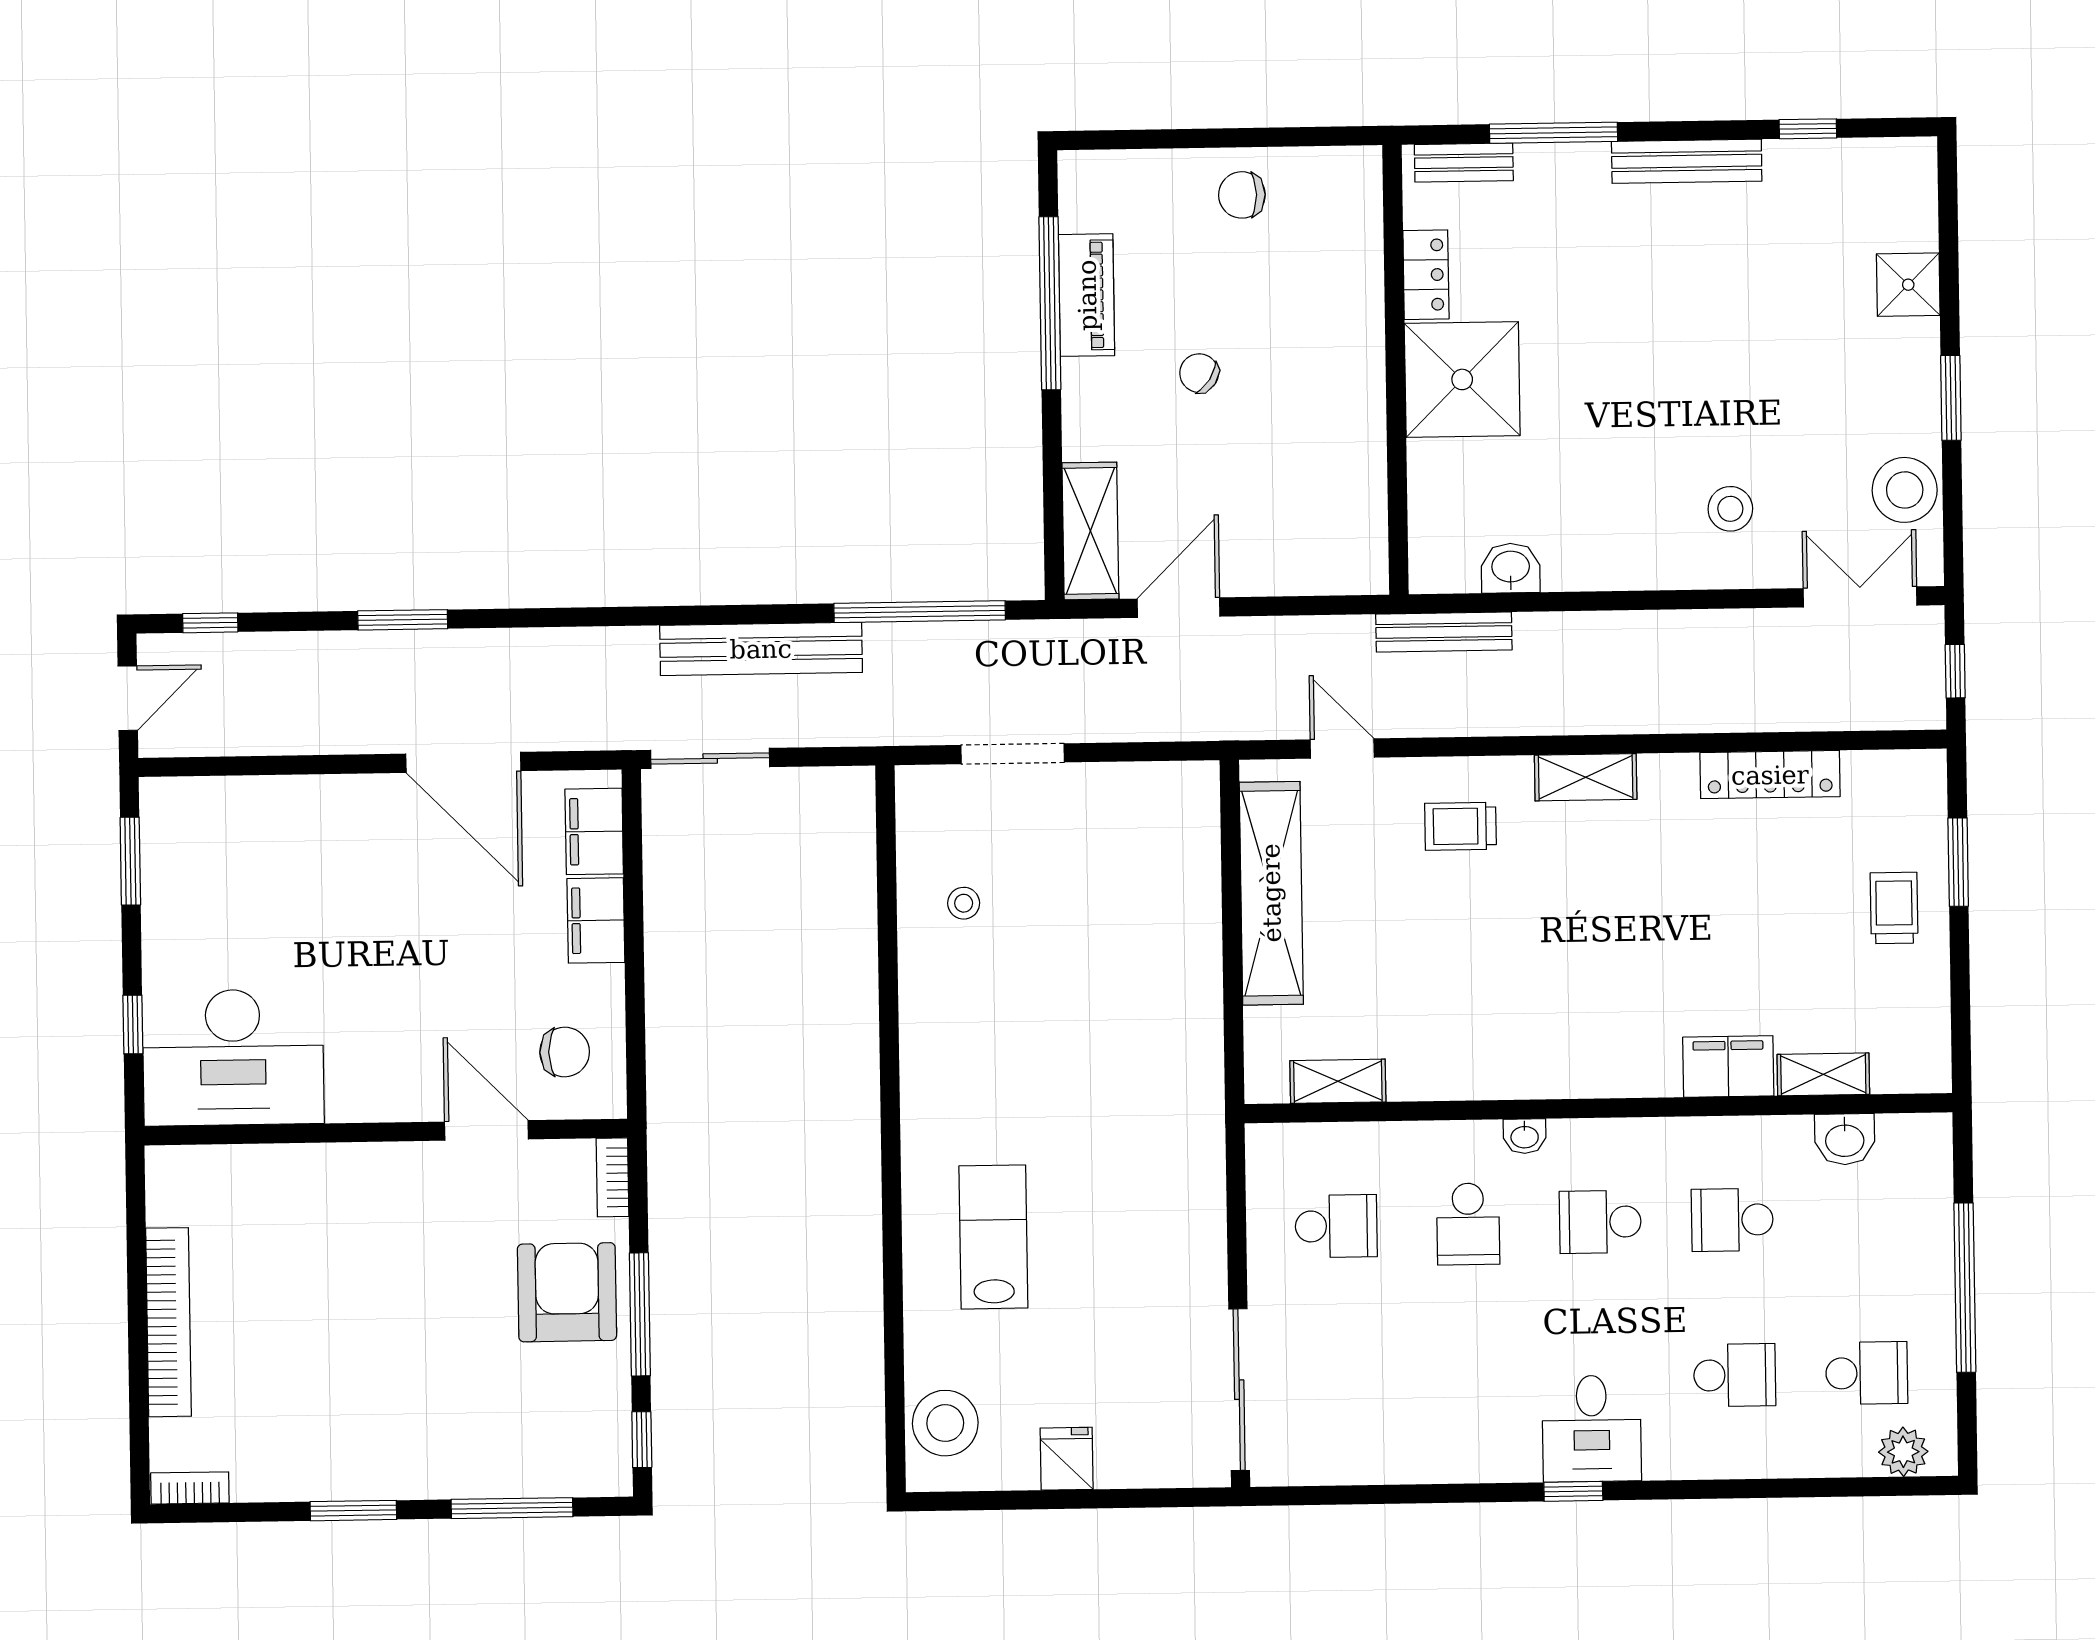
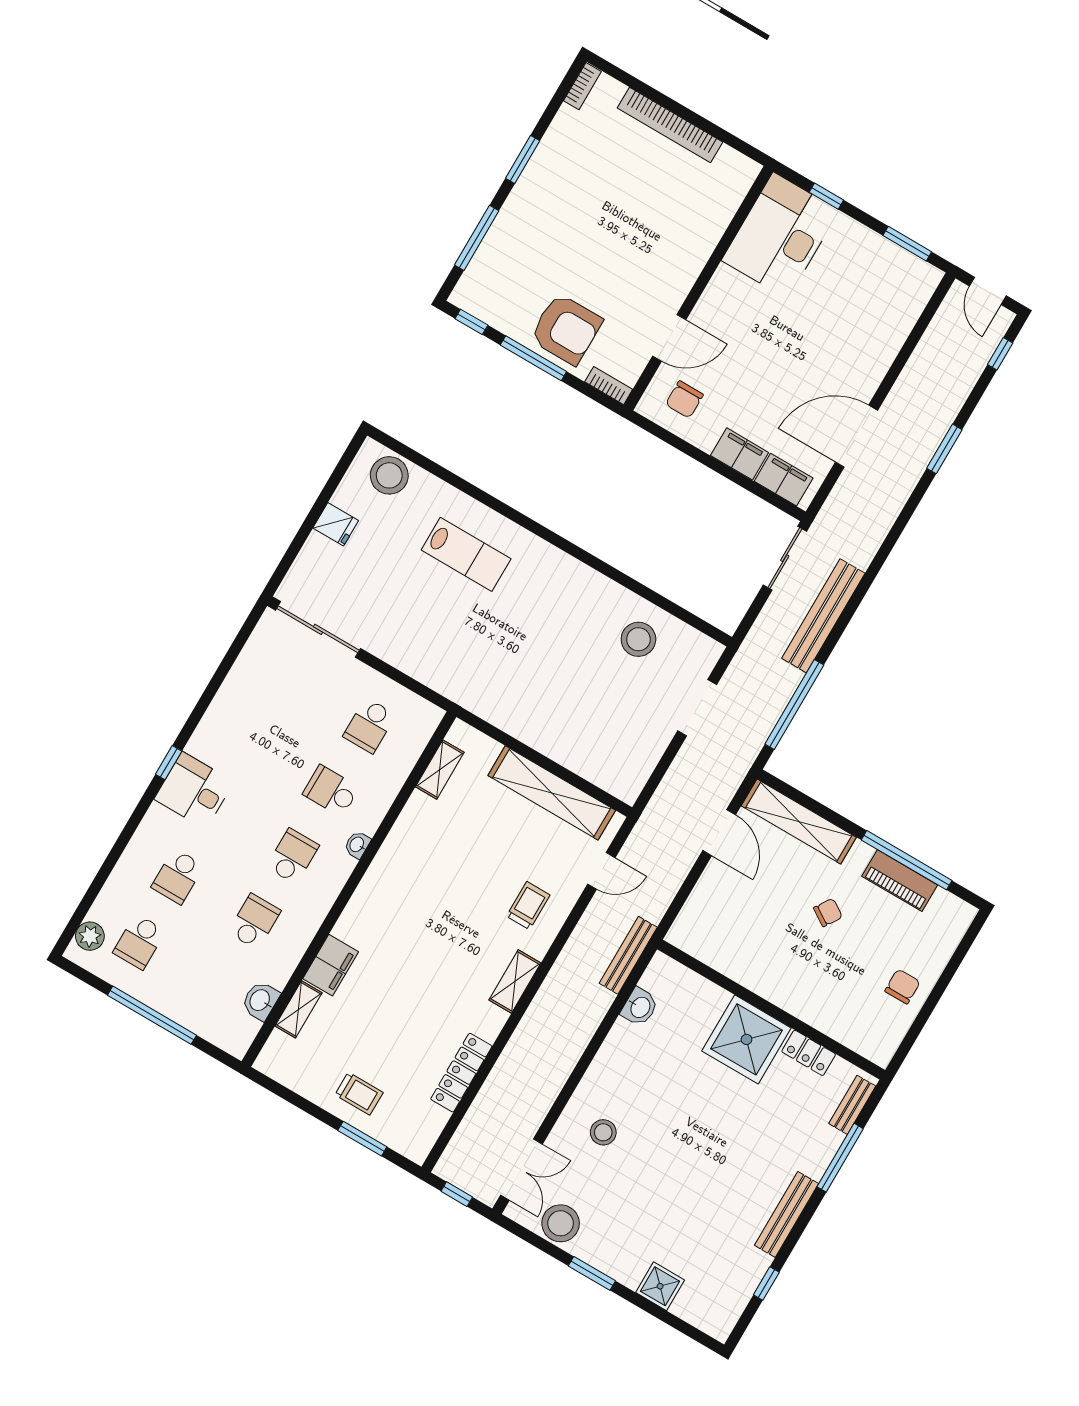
shelving: (1090, 531) -> (799, 821), width x1.47
stool: (964, 903) -> (638, 639), width x1.89, depth x1.89

